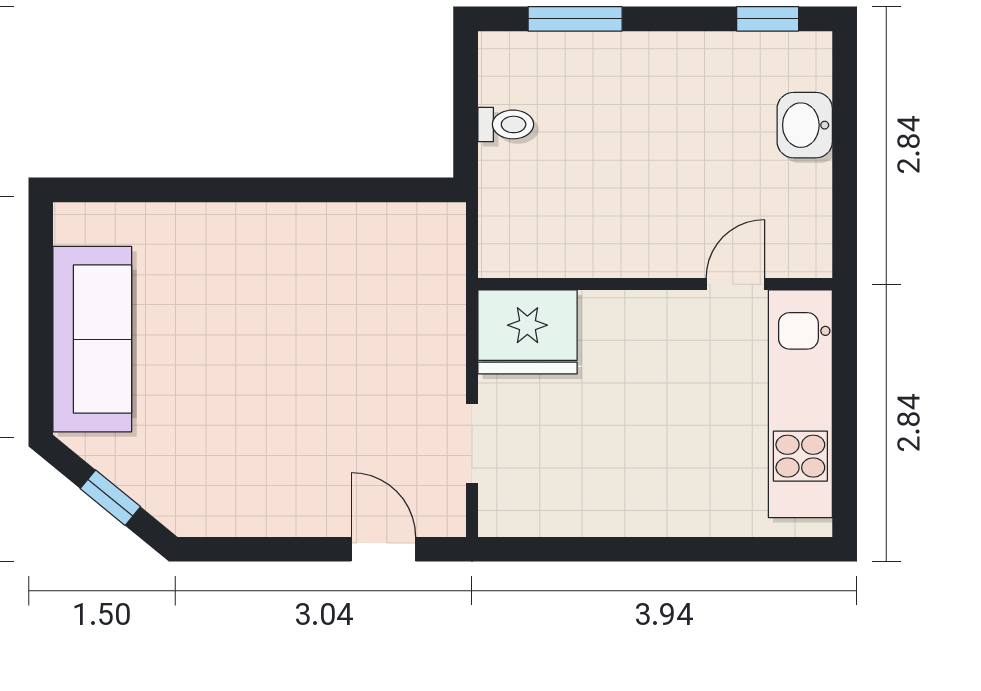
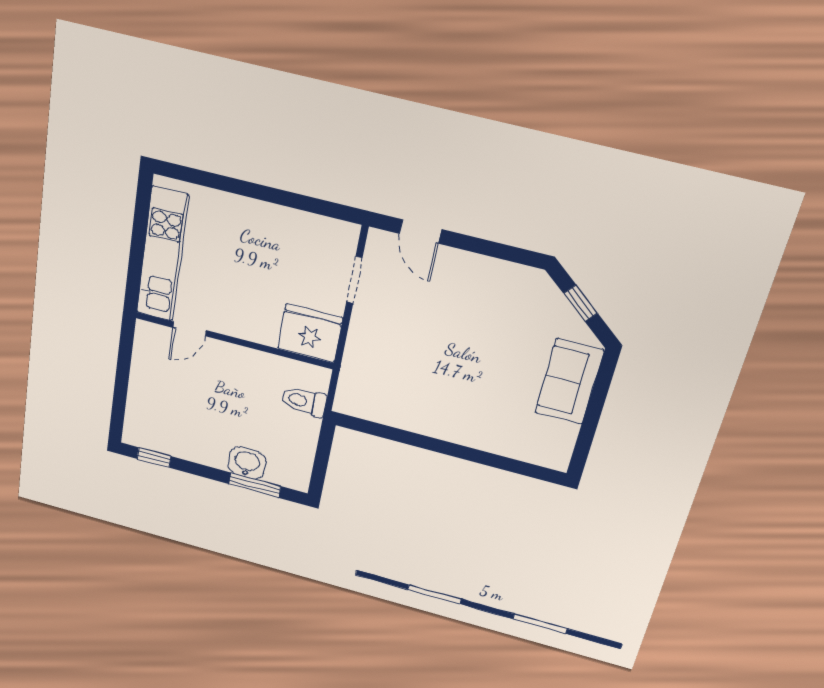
toilet: (506, 124) -> (304, 401), moved, width x1.37, depth x1.39
washbasin: (805, 125) -> (247, 463), moved, turned -90
sofa: (92, 339) -> (569, 382), width x0.73

